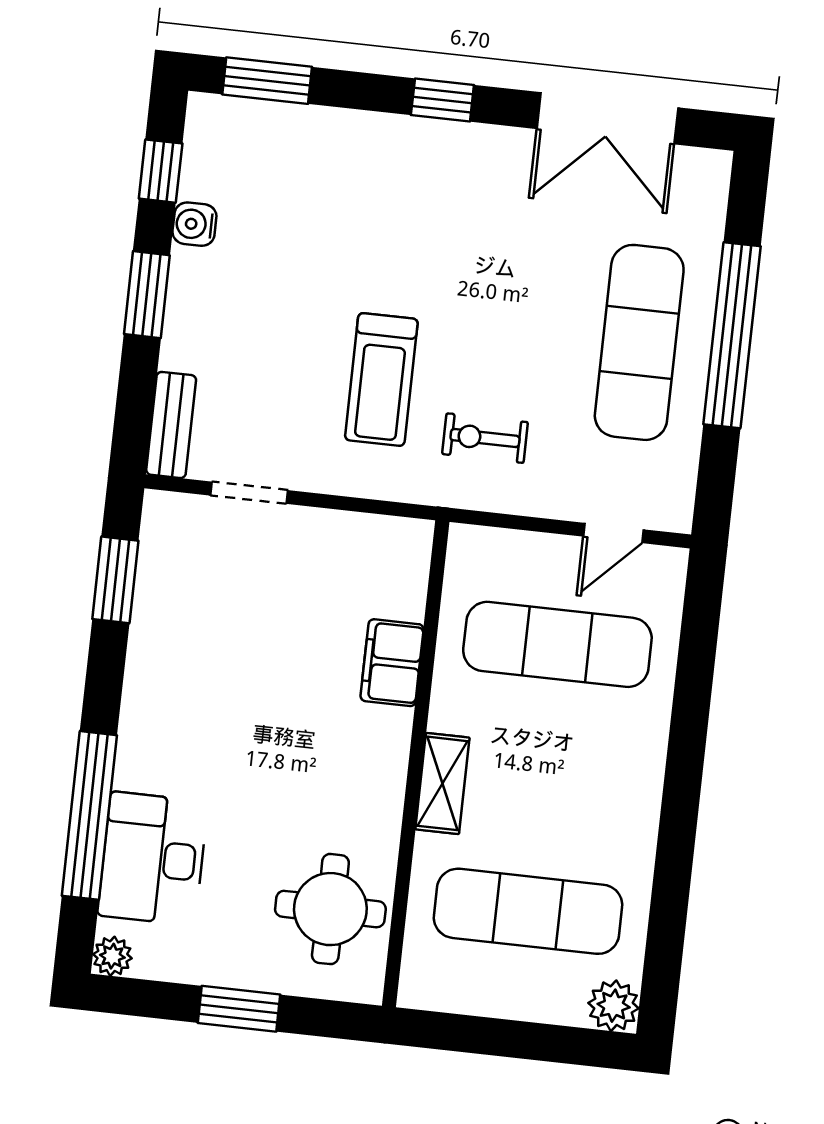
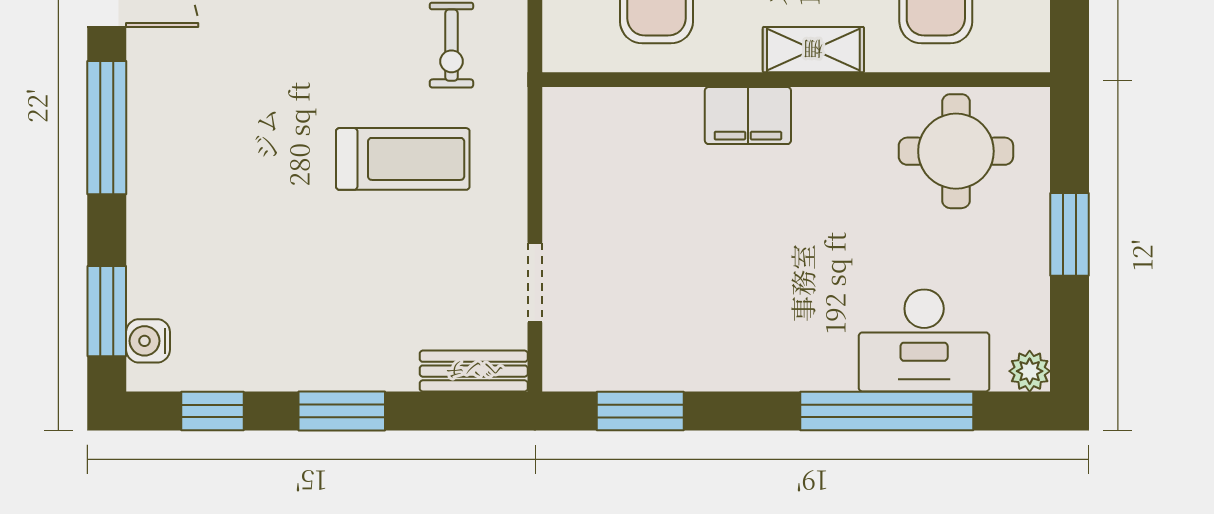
window: (442, 100) -> (107, 128), width x2.17
water cooler: (194, 224) -> (148, 341), moved, turned 90
filing cabinet: (392, 663) -> (748, 116), moved

